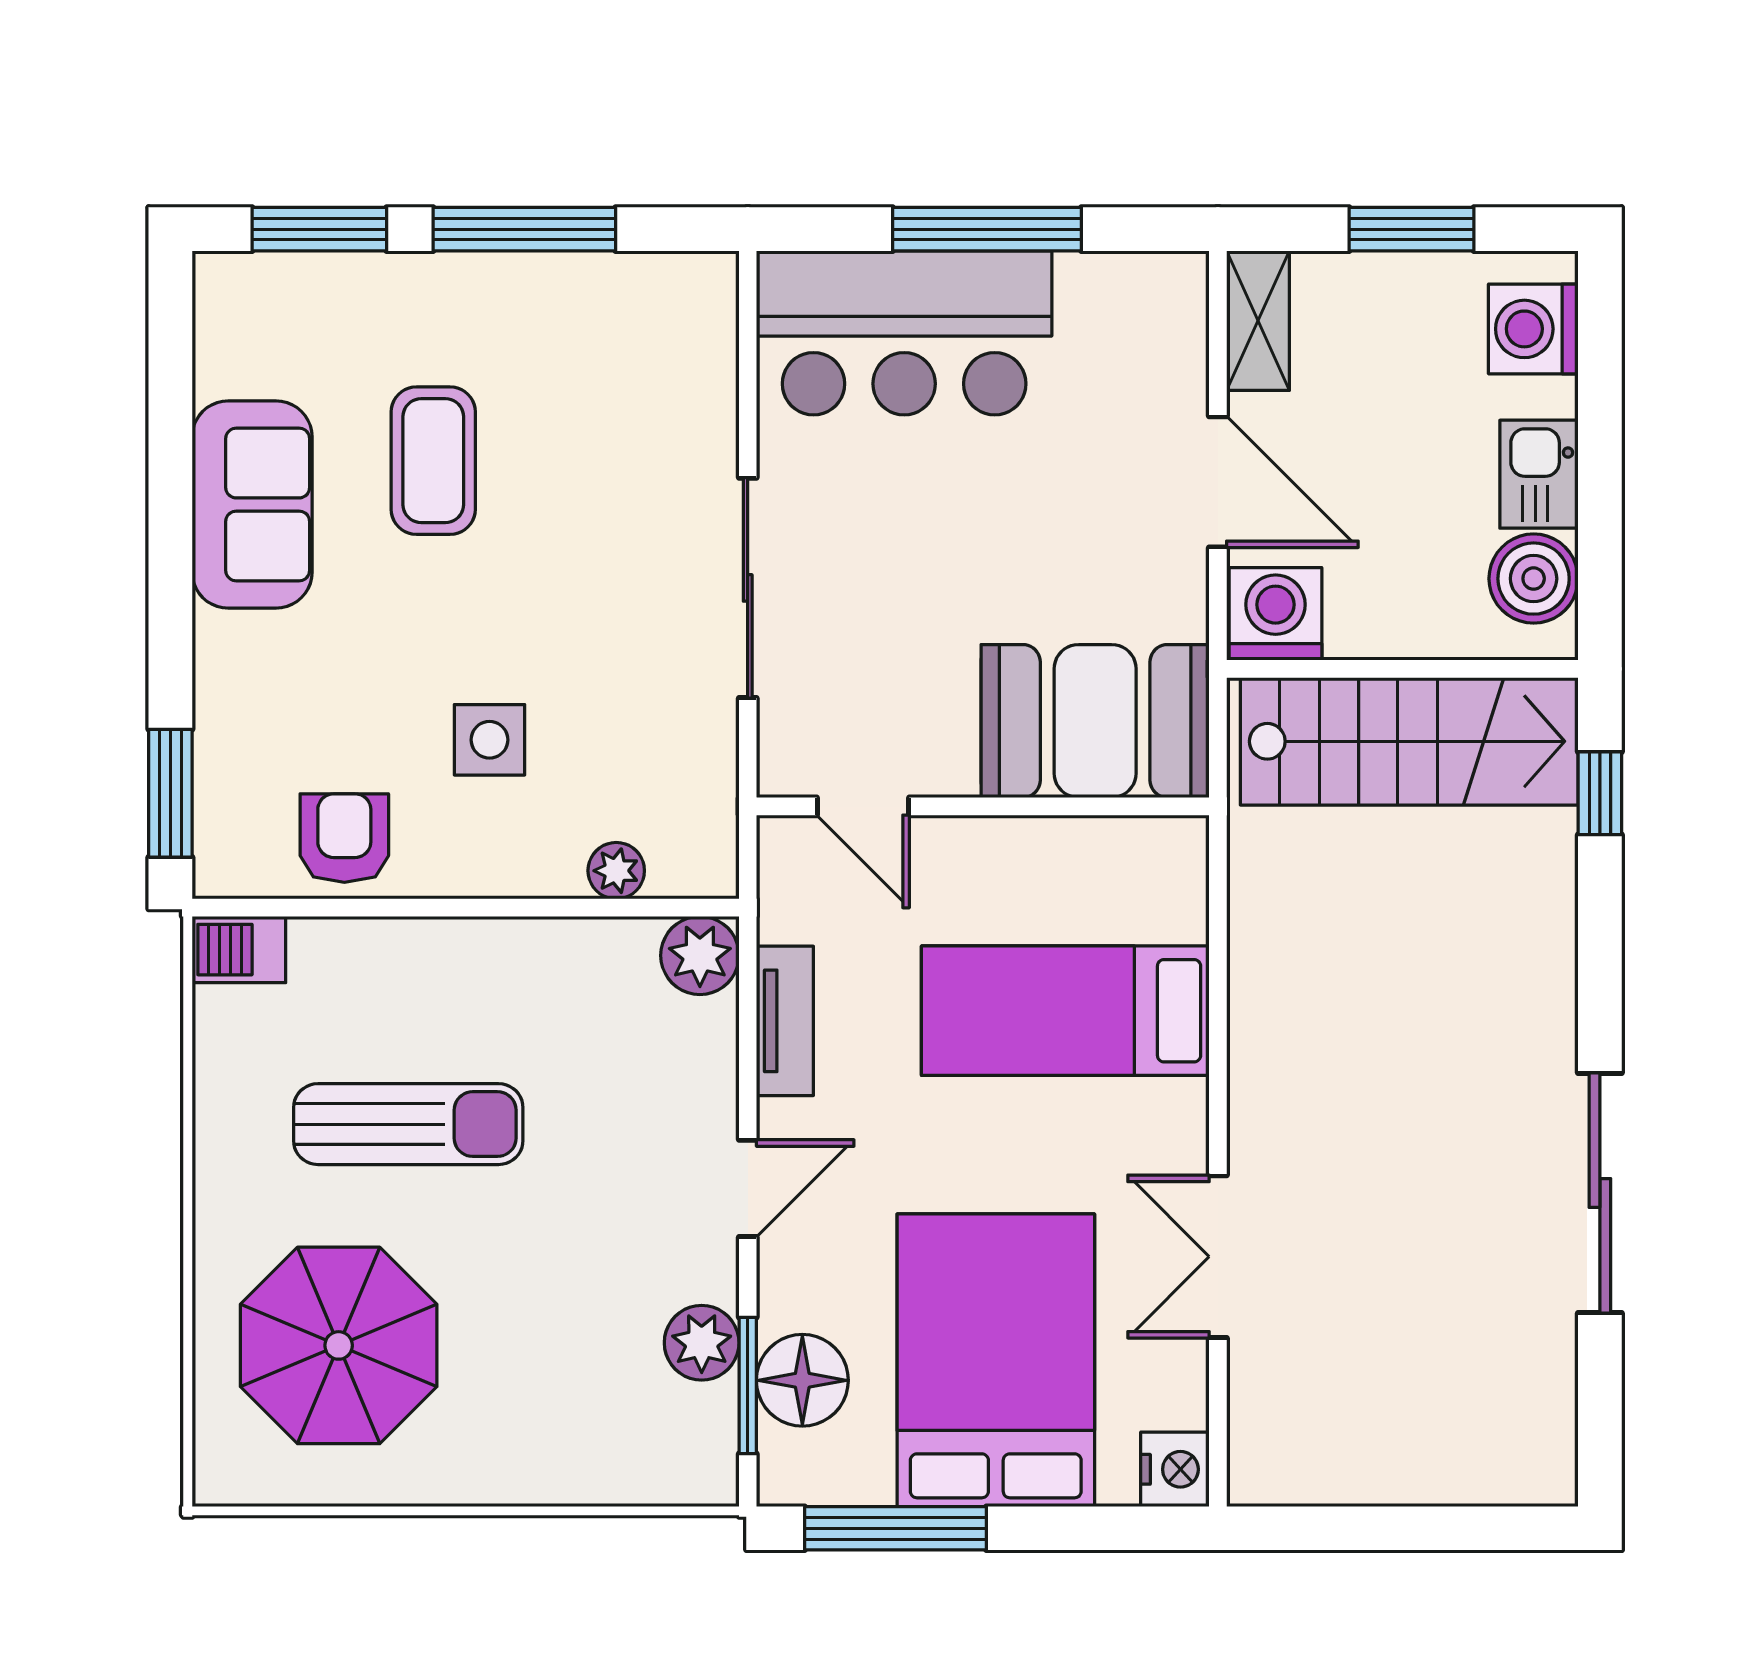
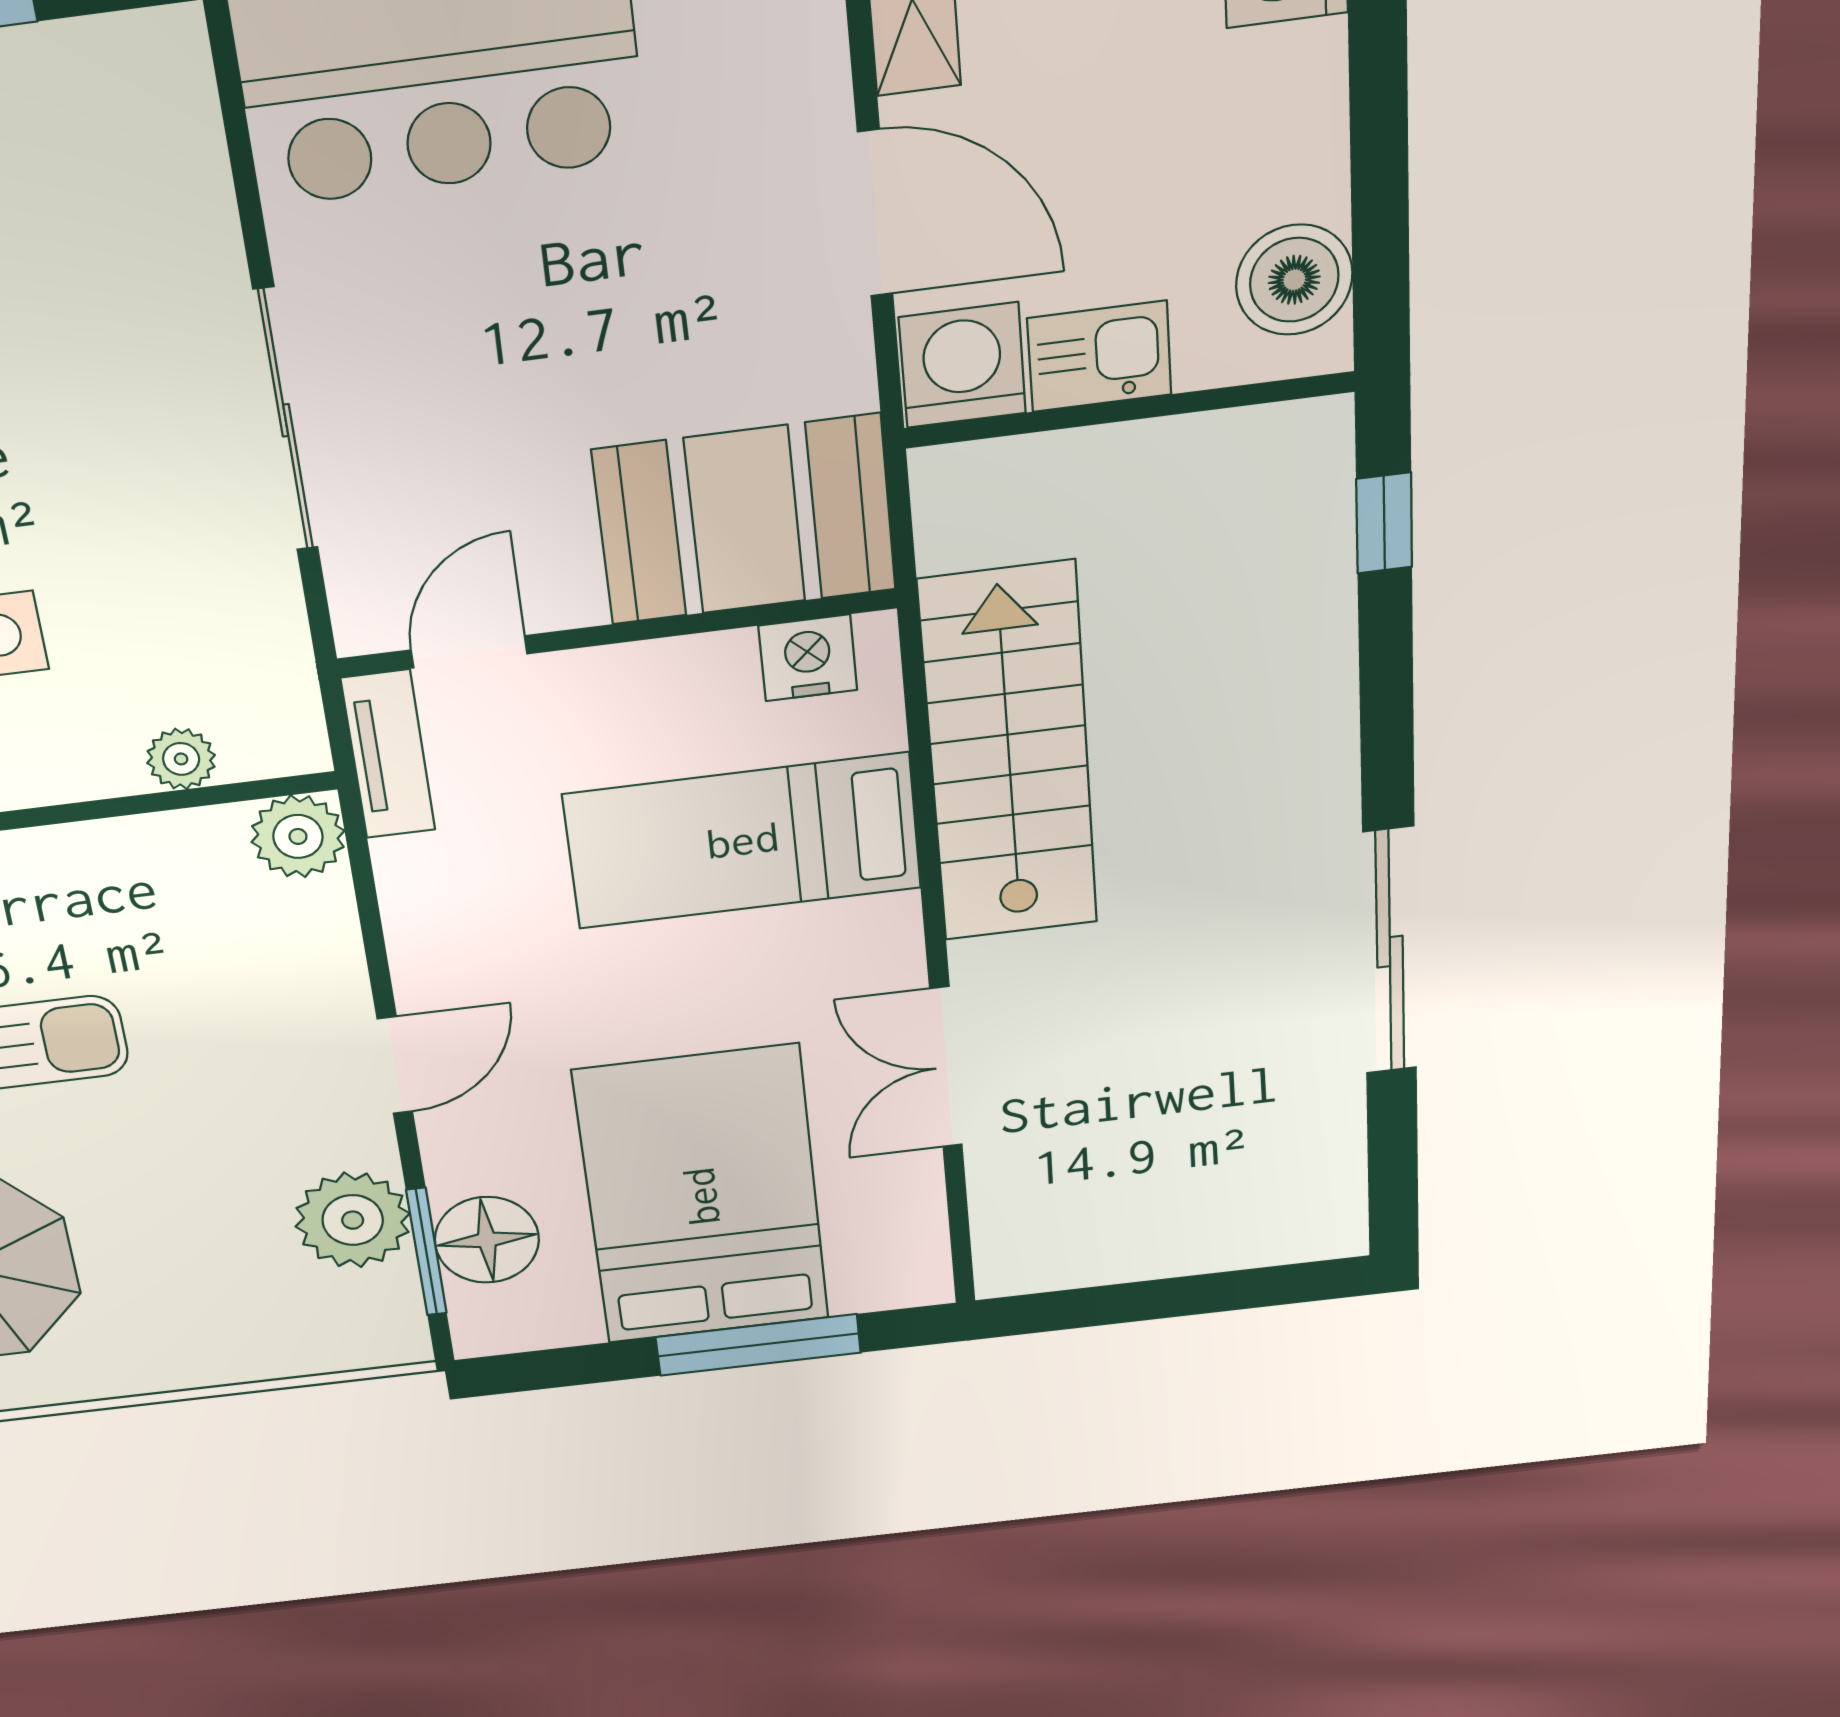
kitchen sink: (1539, 474) -> (1099, 356), moved, turned 90
stairs: (1409, 741) -> (1009, 754), moved, turned -90
door: (863, 806) -> (469, 652), swing flipped
tv unit: (785, 1021) -> (388, 754), moved
plant: (702, 1343) -> (353, 1220), width x1.36, depth x1.36
nightstand: (1175, 1469) -> (808, 658), moved, turned -90
window: (896, 1528) -> (758, 1345), moved

